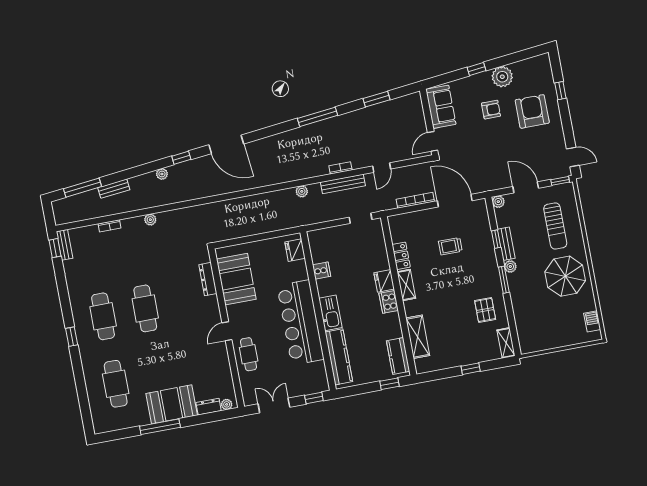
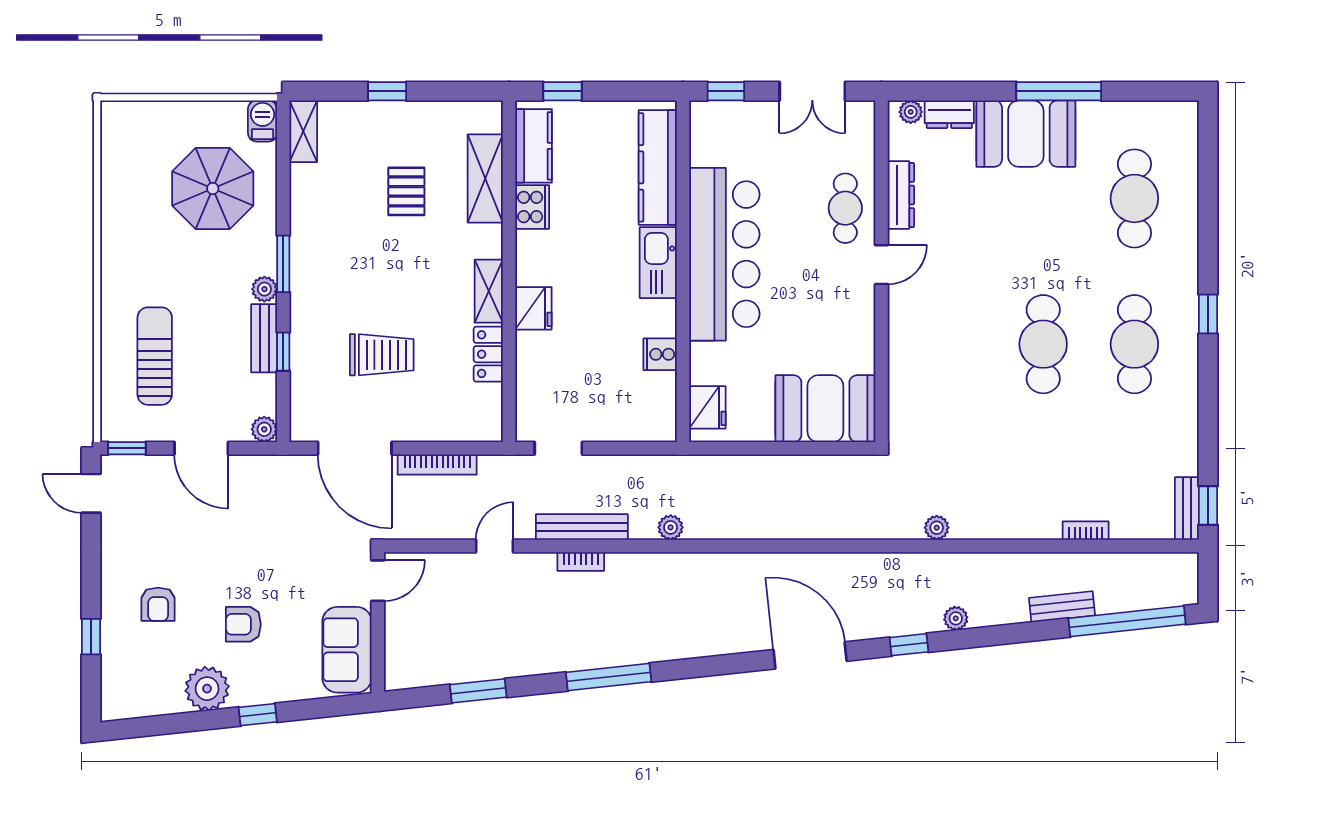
armchair: (532, 111) -> (158, 604), width x0.53, depth x0.53
window: (82, 188) -> (1127, 621), width x1.46
plant: (150, 220) -> (937, 528), moved
trolley: (450, 246) -> (382, 355), width x1.36, depth x1.39
parasol: (565, 276) -> (213, 189), moved
dresser: (208, 279) -> (901, 195), moved
booth: (236, 279) -> (825, 409), moved, turned 90
cooker: (389, 302) -> (532, 207), moved
pallet: (485, 310) -> (406, 191), moved
barbecue: (592, 321) -> (263, 121), moved, turned 180

